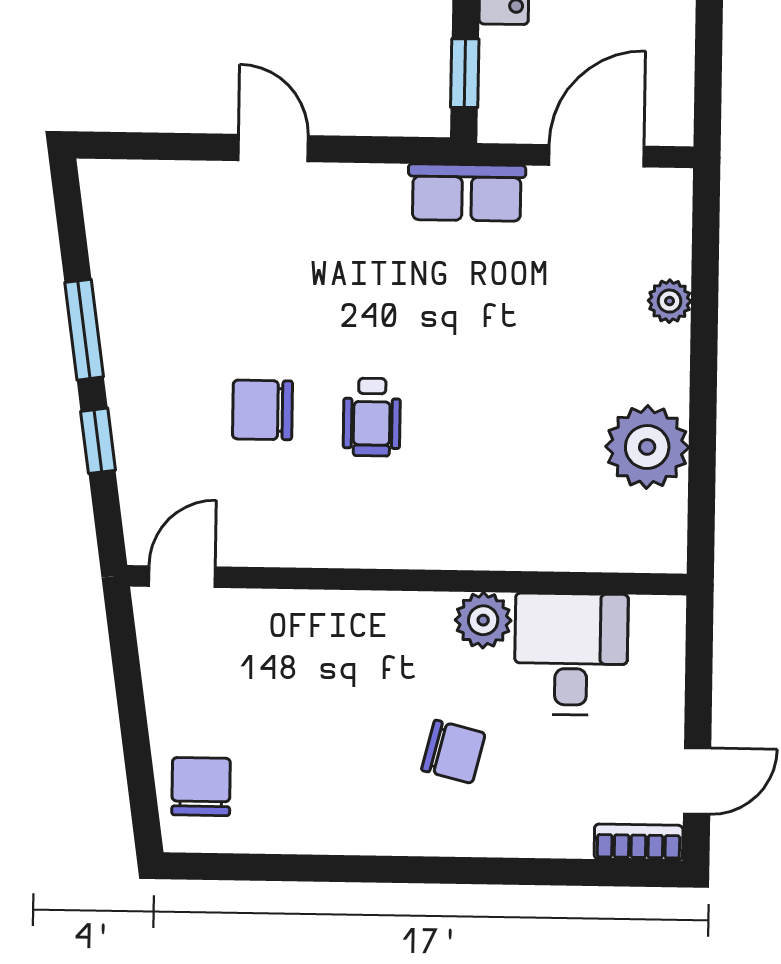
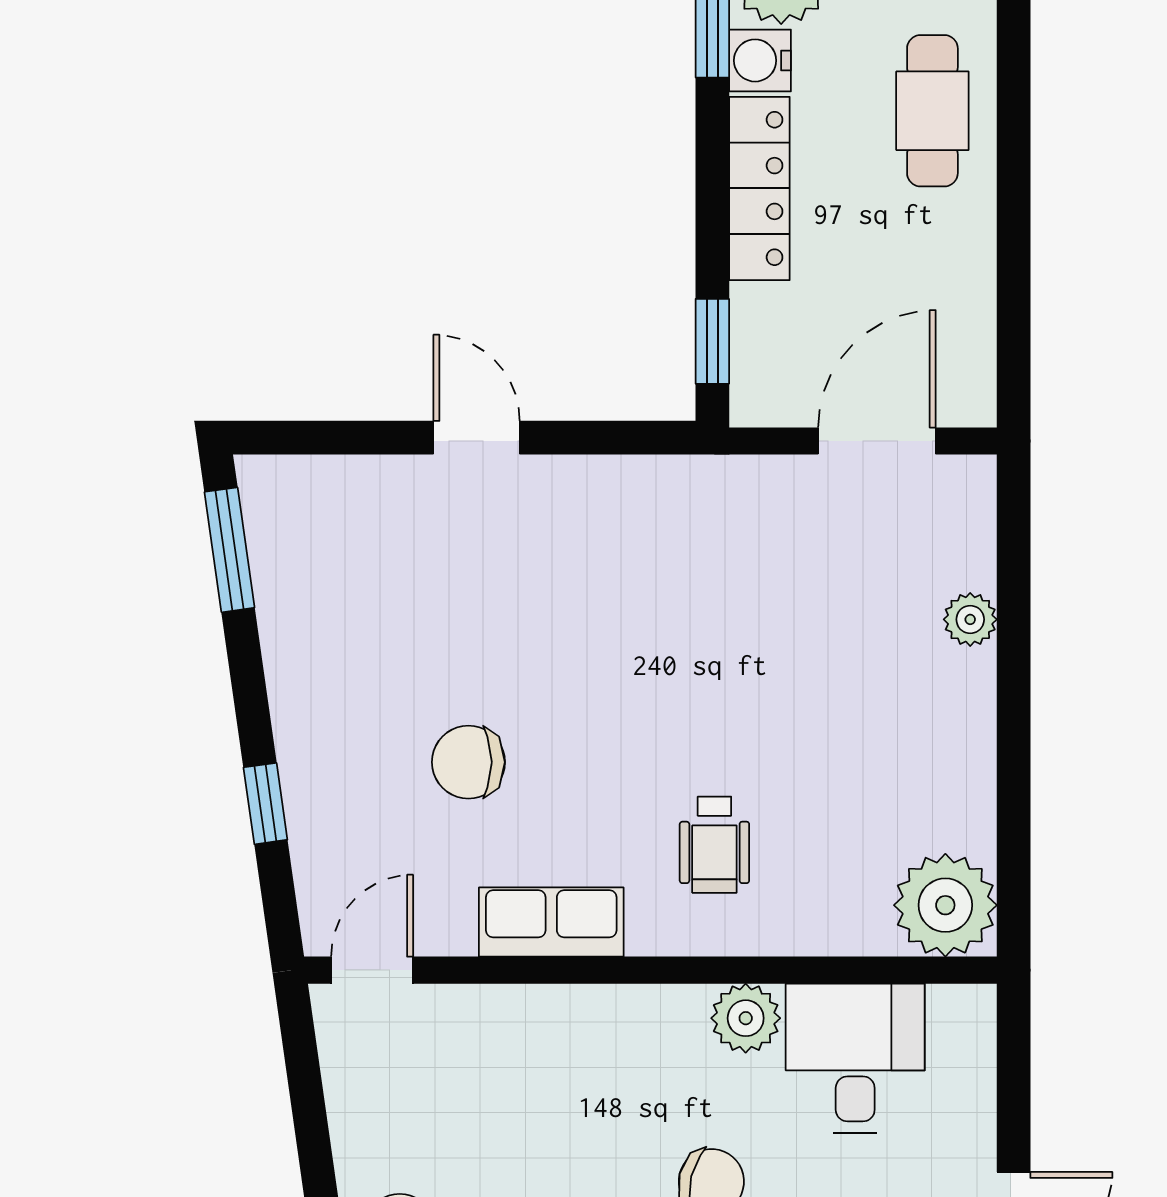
row of seats: (467, 193) -> (551, 922), moved, turned 180
window: (84, 330) -> (229, 550), moved
wheelchair: (372, 417) -> (714, 845), moved
plant: (647, 447) -> (945, 905), moved

